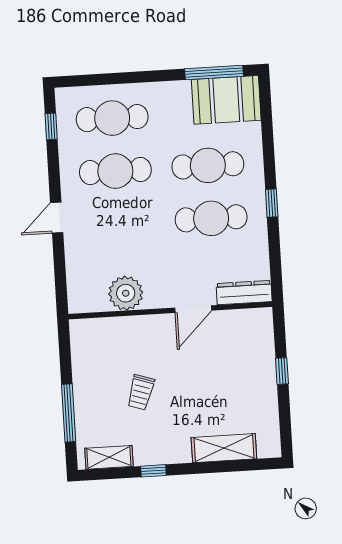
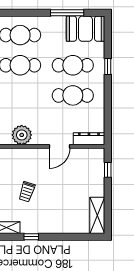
window: (214, 72) -> (67, 13), moved
window: (272, 203) -> (108, 67), moved
window: (282, 371) -> (108, 170), moved
shelving: (224, 448) -> (97, 215), moved, turned 90

